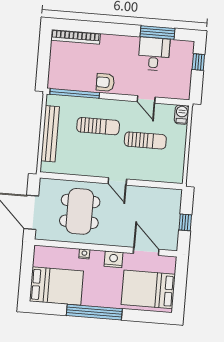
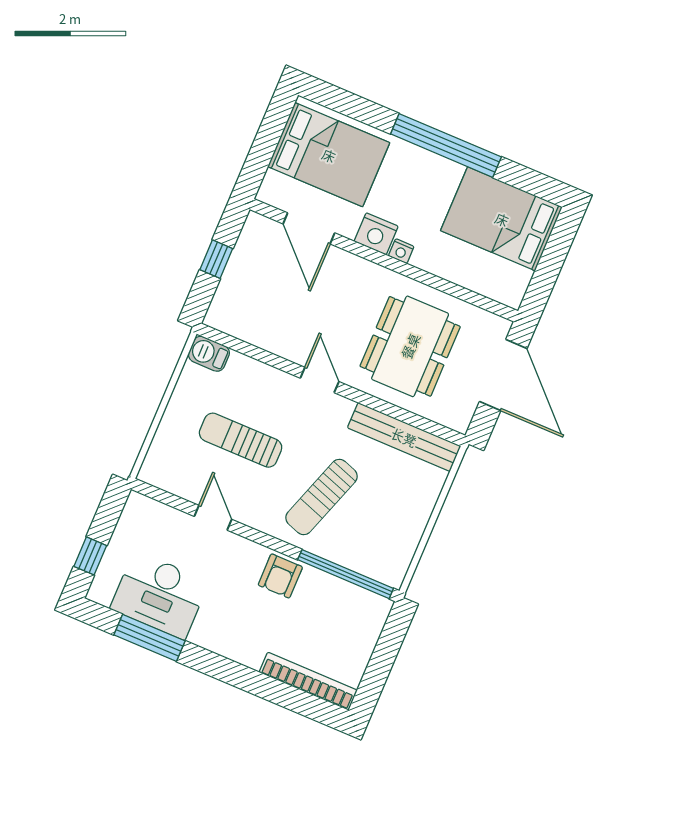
desk: (154, 54) -> (160, 595), width x1.37
armchair: (105, 82) -> (280, 576), turned 90
barbecue: (182, 115) -> (209, 354), moved, turned 90
sun lounger: (98, 126) -> (321, 497), turned -71
bench: (50, 134) -> (404, 437), moved, turned 90
nightstand: (84, 254) -> (401, 251), moved

